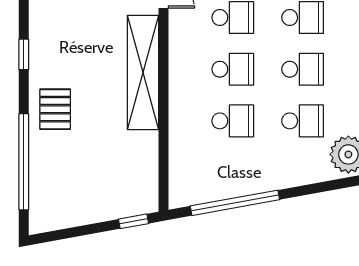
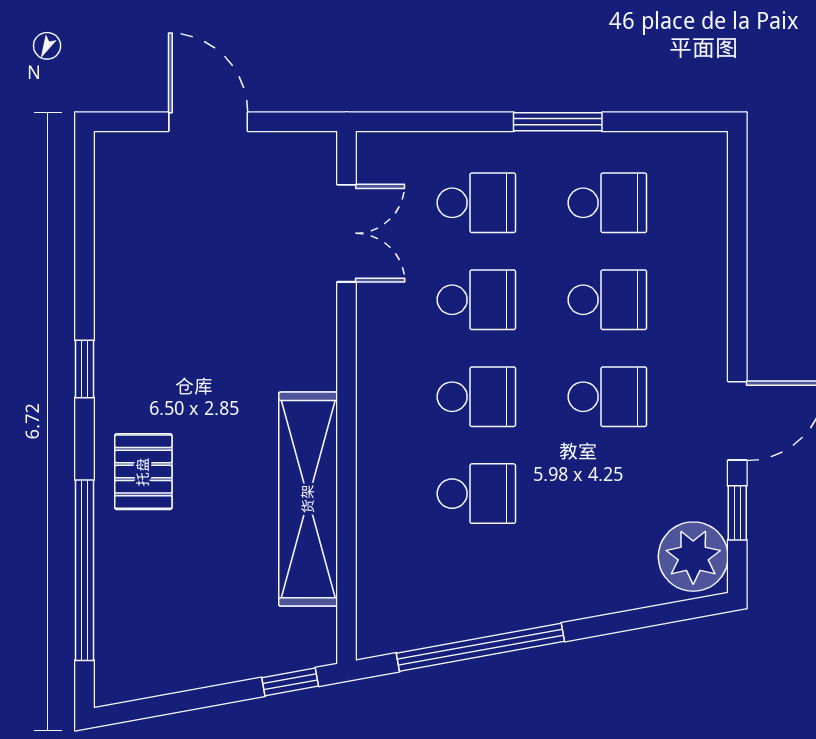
shelving: (143, 73) -> (308, 499), moved
school desk: (303, 121) -> (607, 494), removed

